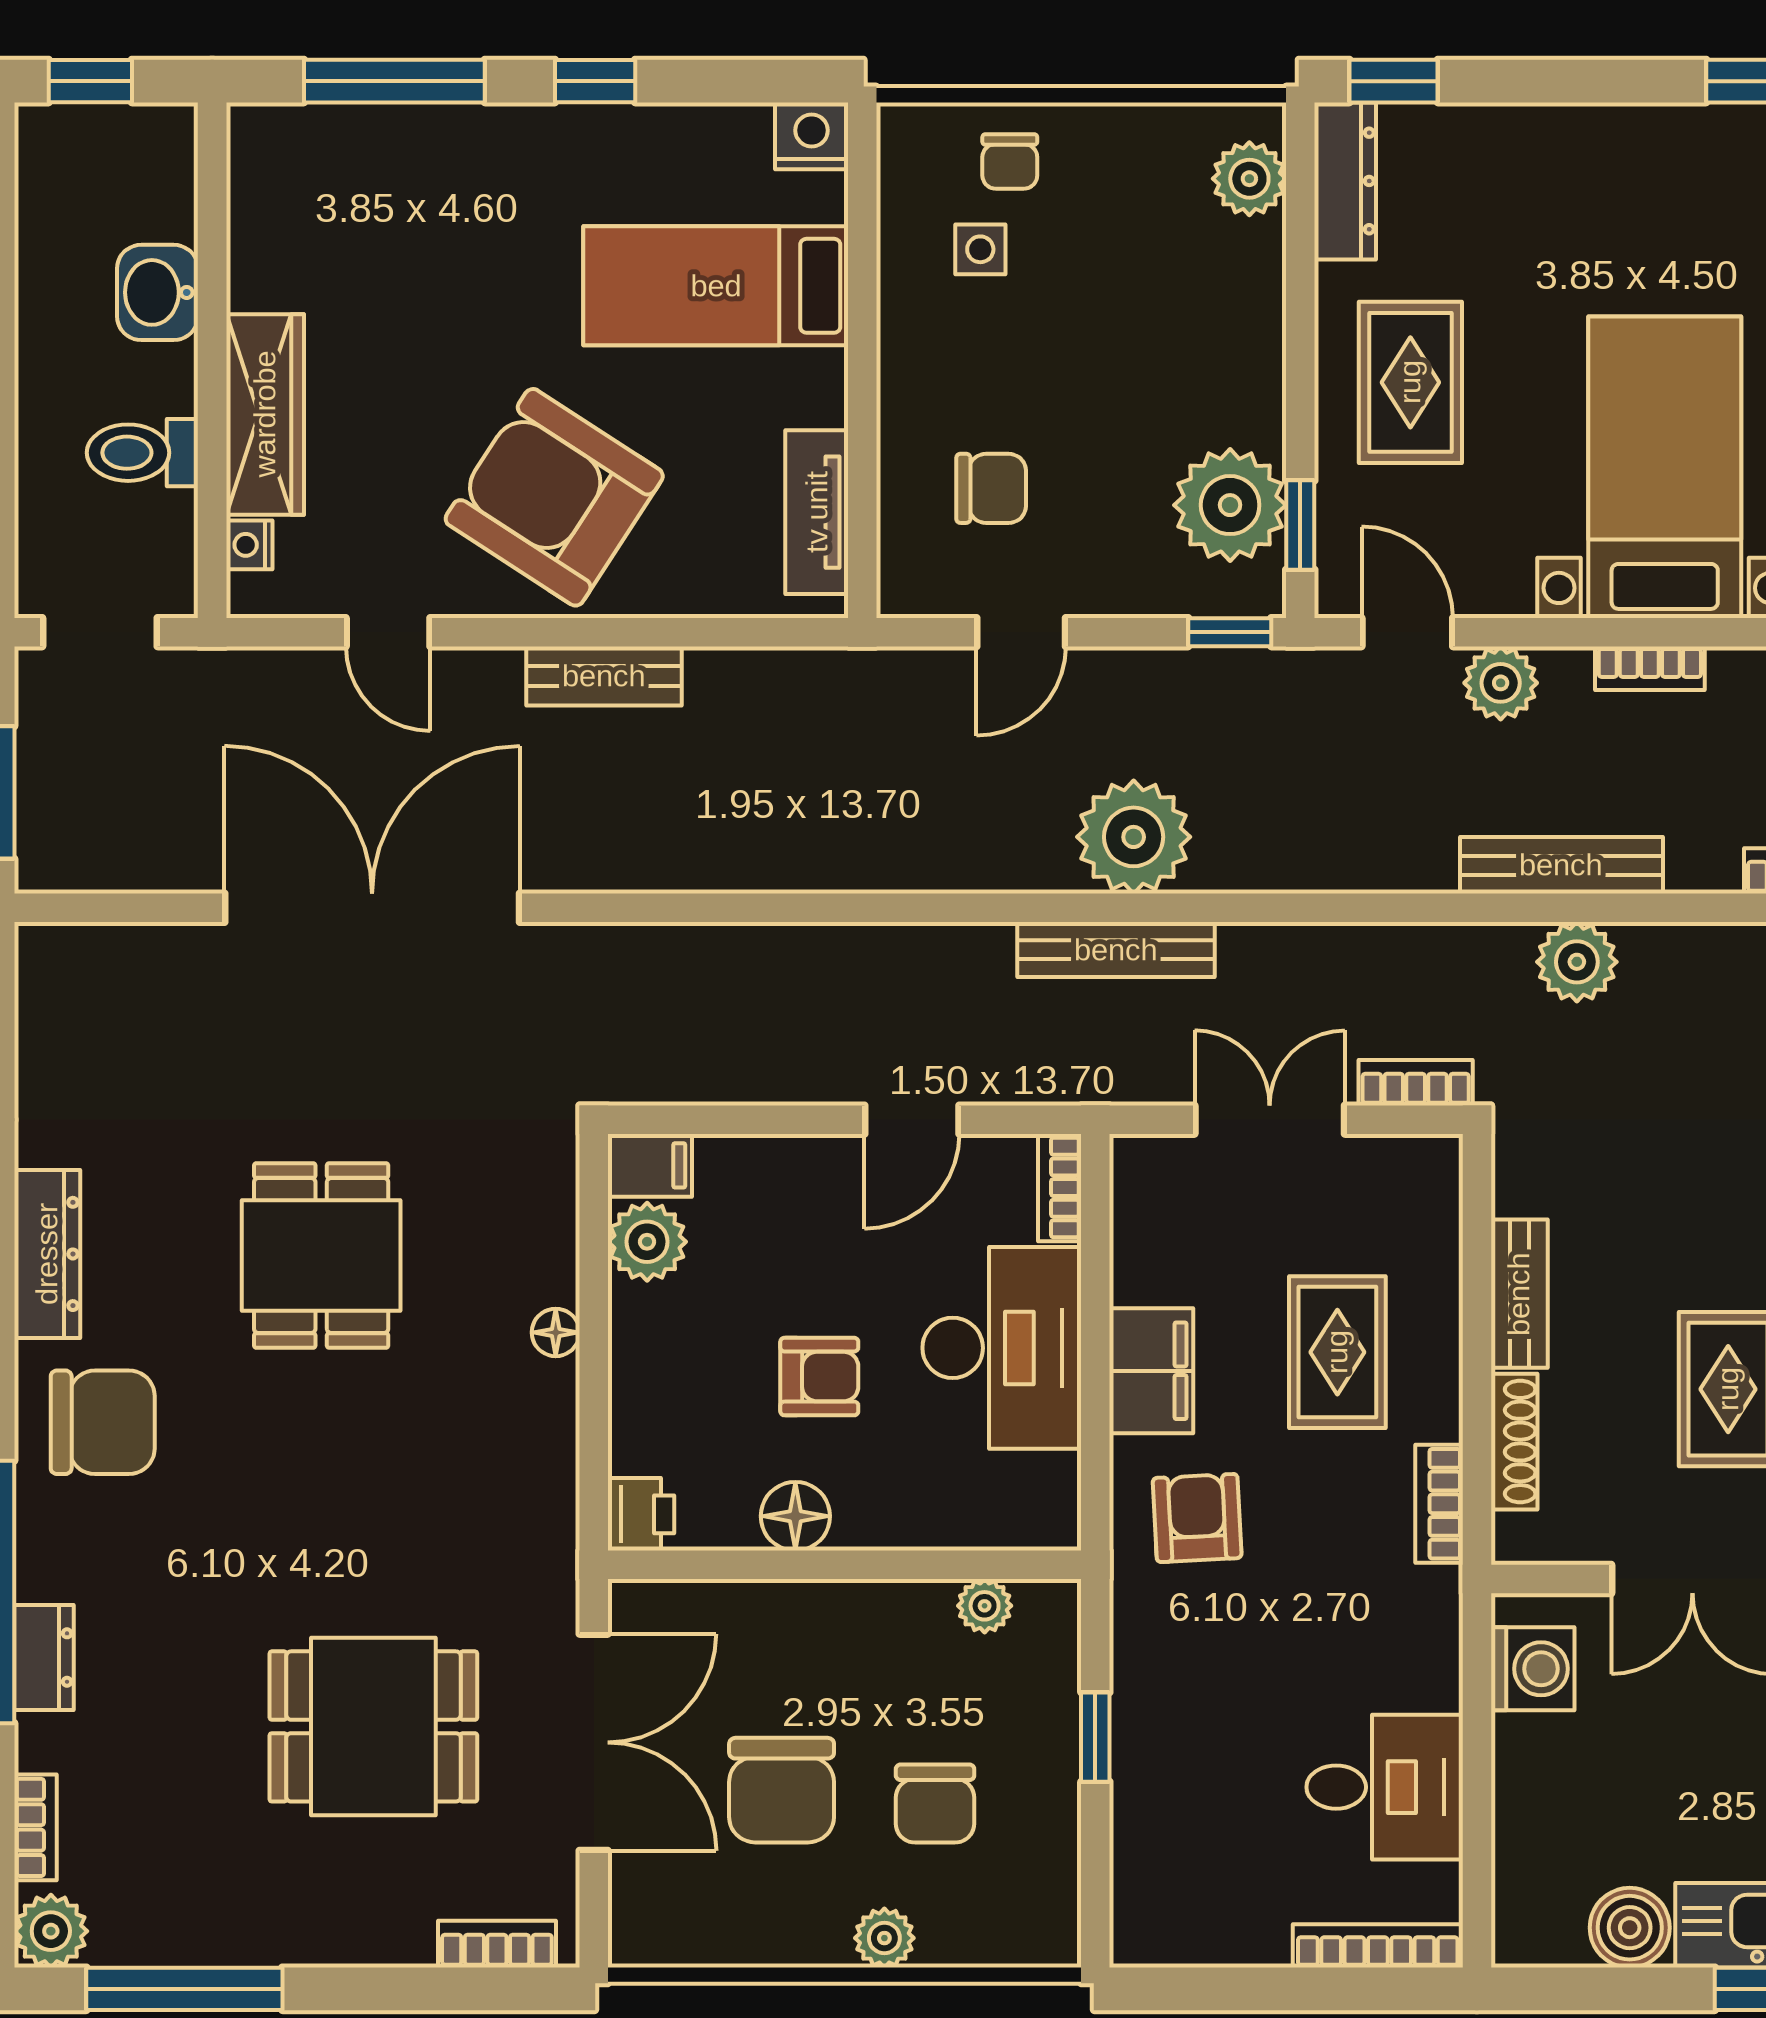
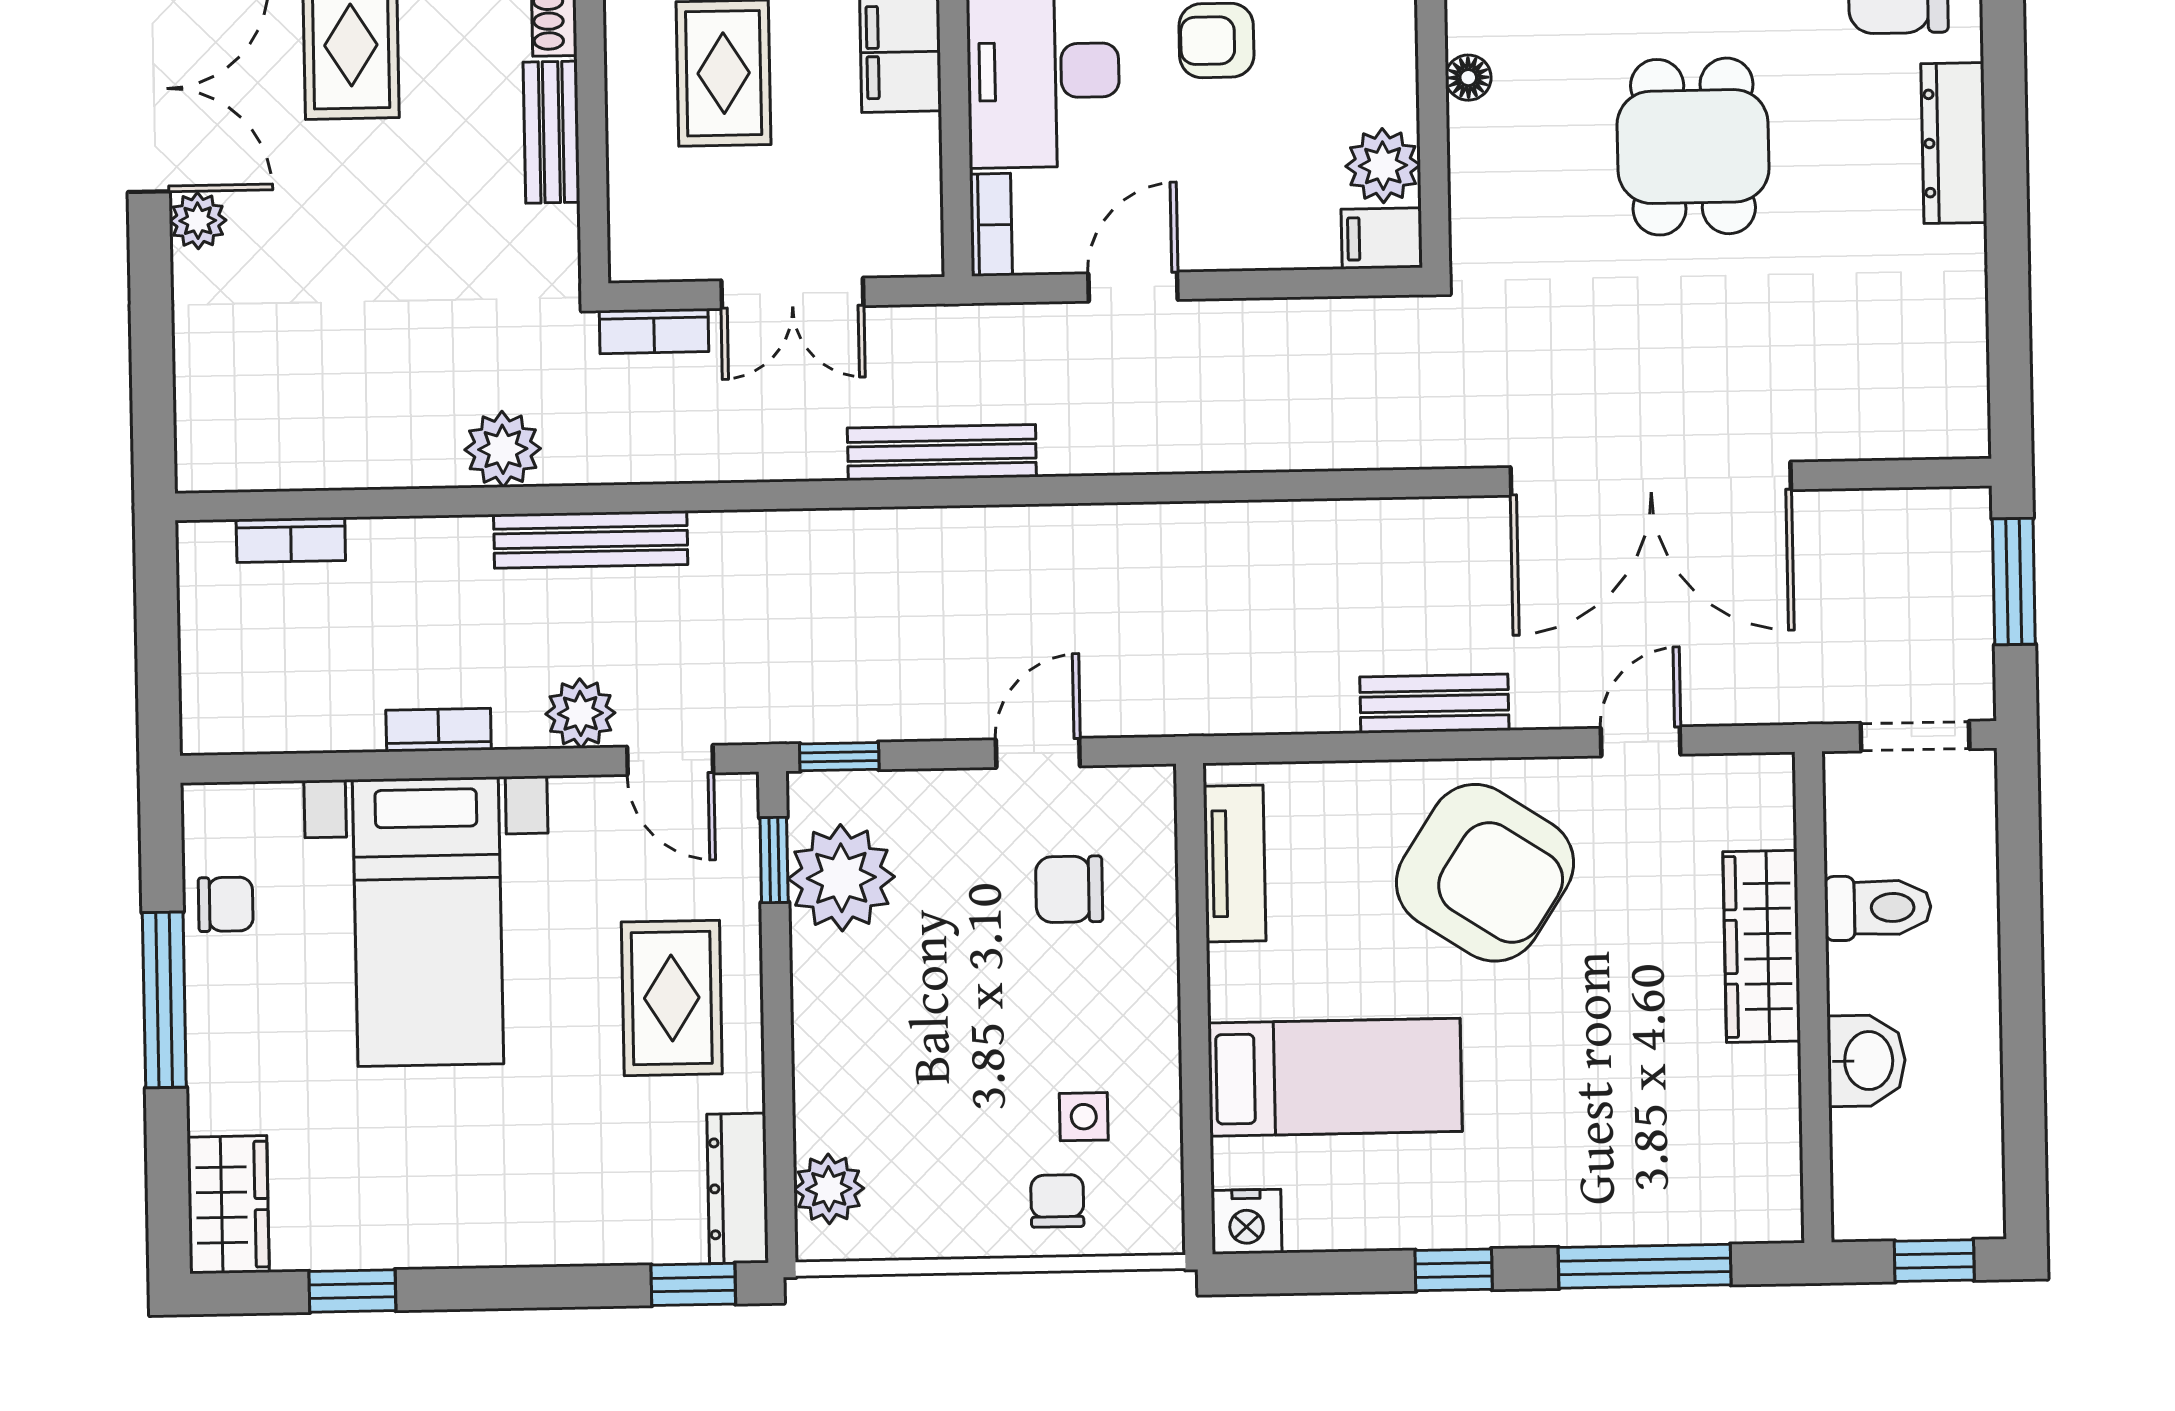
nightstand: (249, 545) -> (1774, 822), removed
door: (388, 632) -> (1641, 741), hinge flipped
plant: (1134, 837) -> (927, 560), removed
bench: (1561, 865) -> (591, 539), moved

